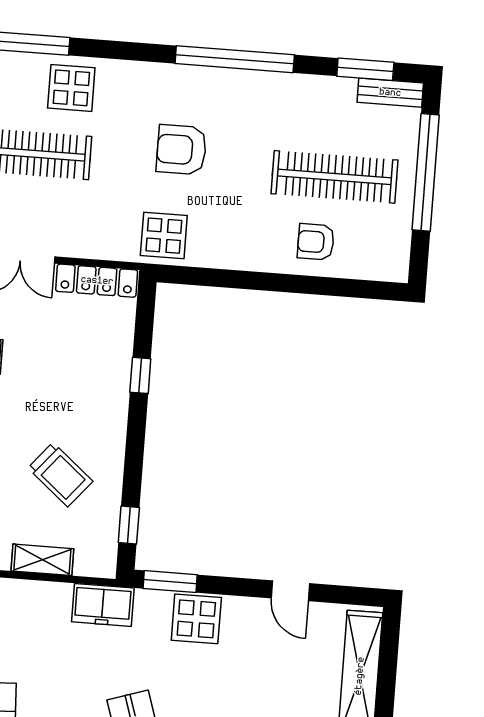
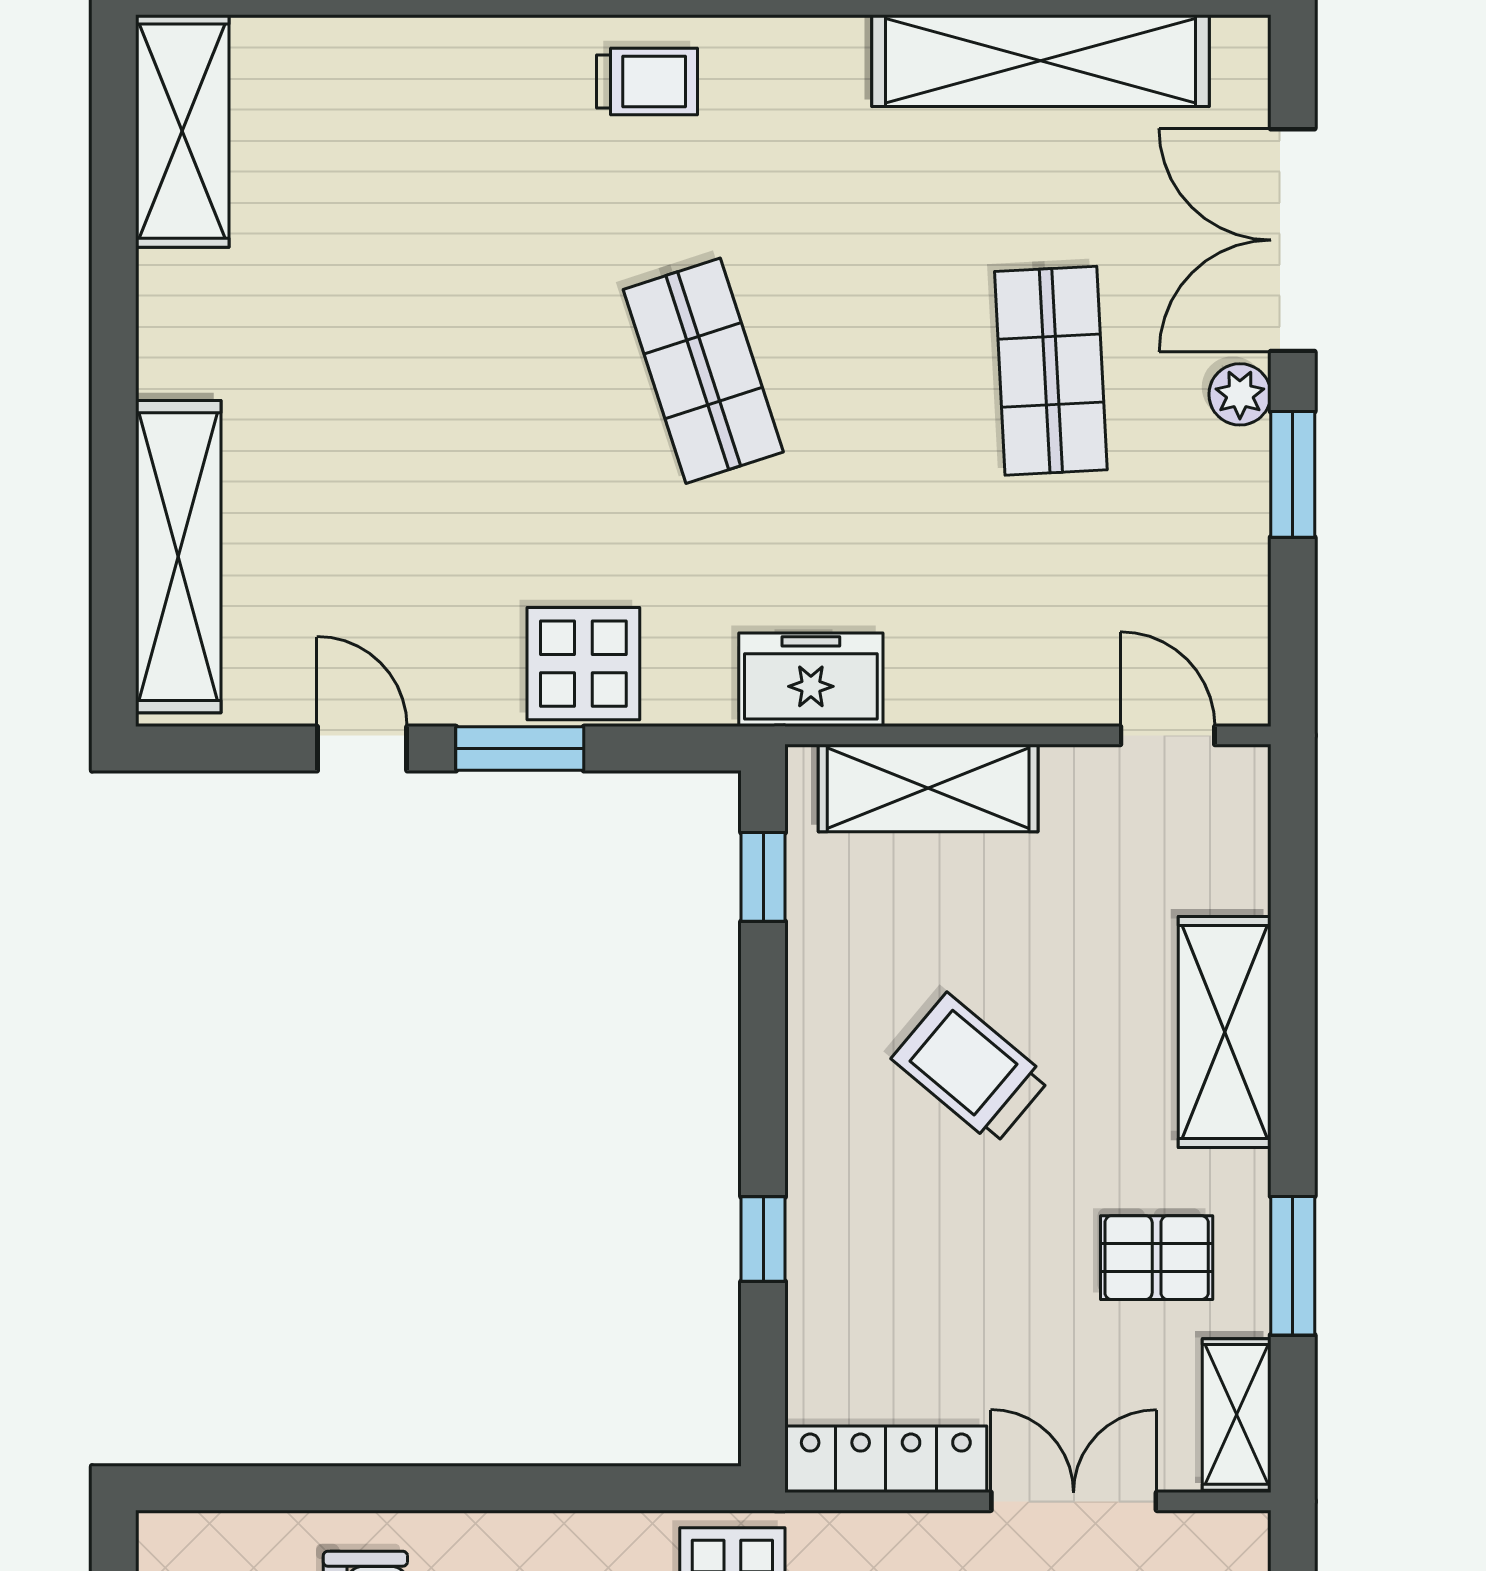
trolley: (60, 475) -> (971, 1069), moved
shelving: (42, 560) -> (928, 788), width x1.50, depth x1.33
window: (170, 582) -> (520, 749), moved

